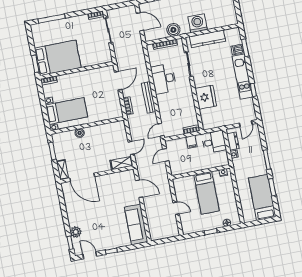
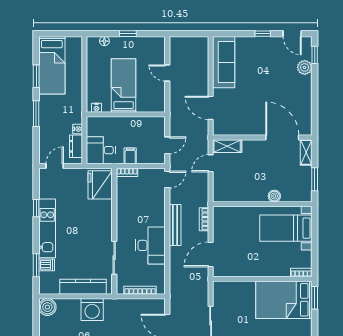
boiler: (173, 30) -> (47, 307), moved
fridge: (206, 97) -> (100, 185), moved

